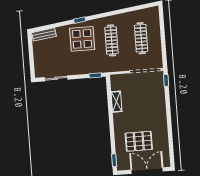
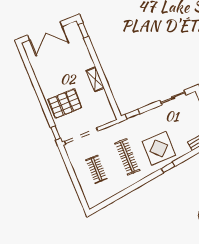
clothes rail: (141, 38) -> (97, 169), width x0.73
shelving: (117, 102) -> (95, 79), moved
pallet: (139, 141) -> (65, 103), moved

